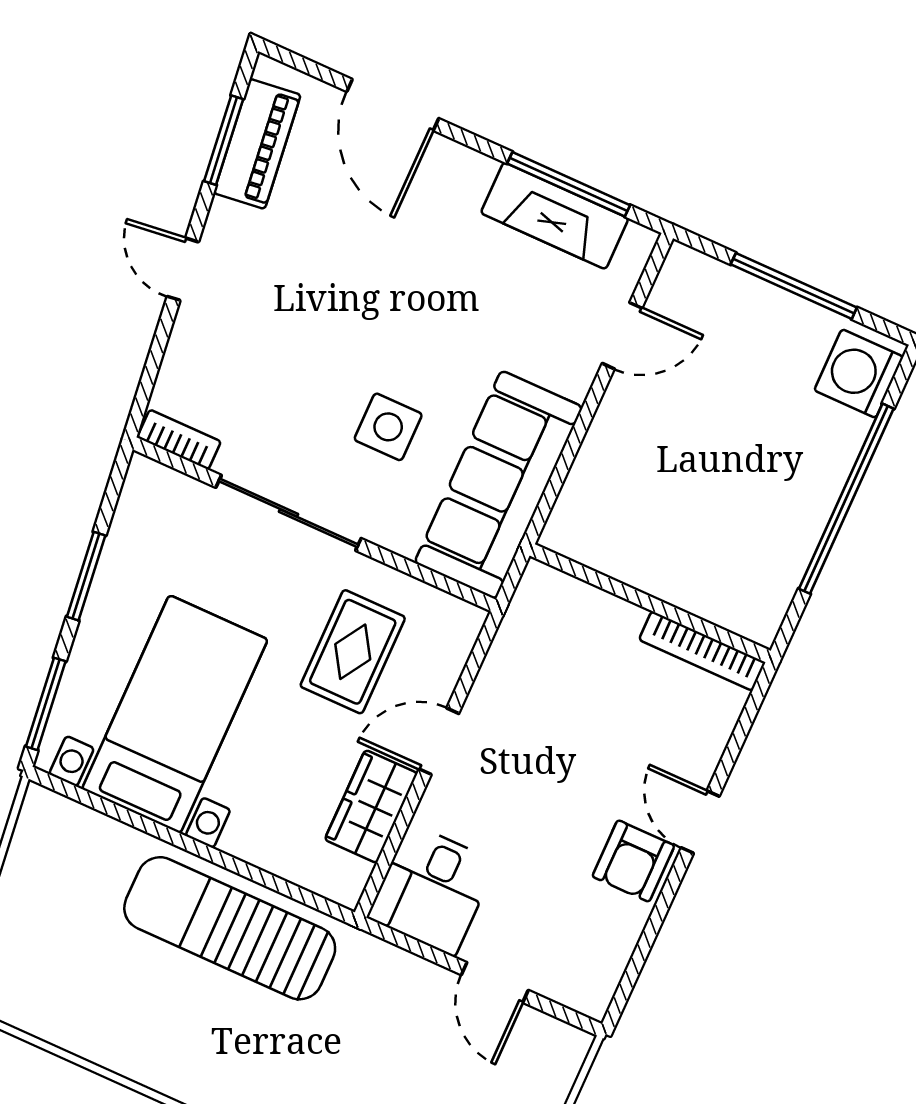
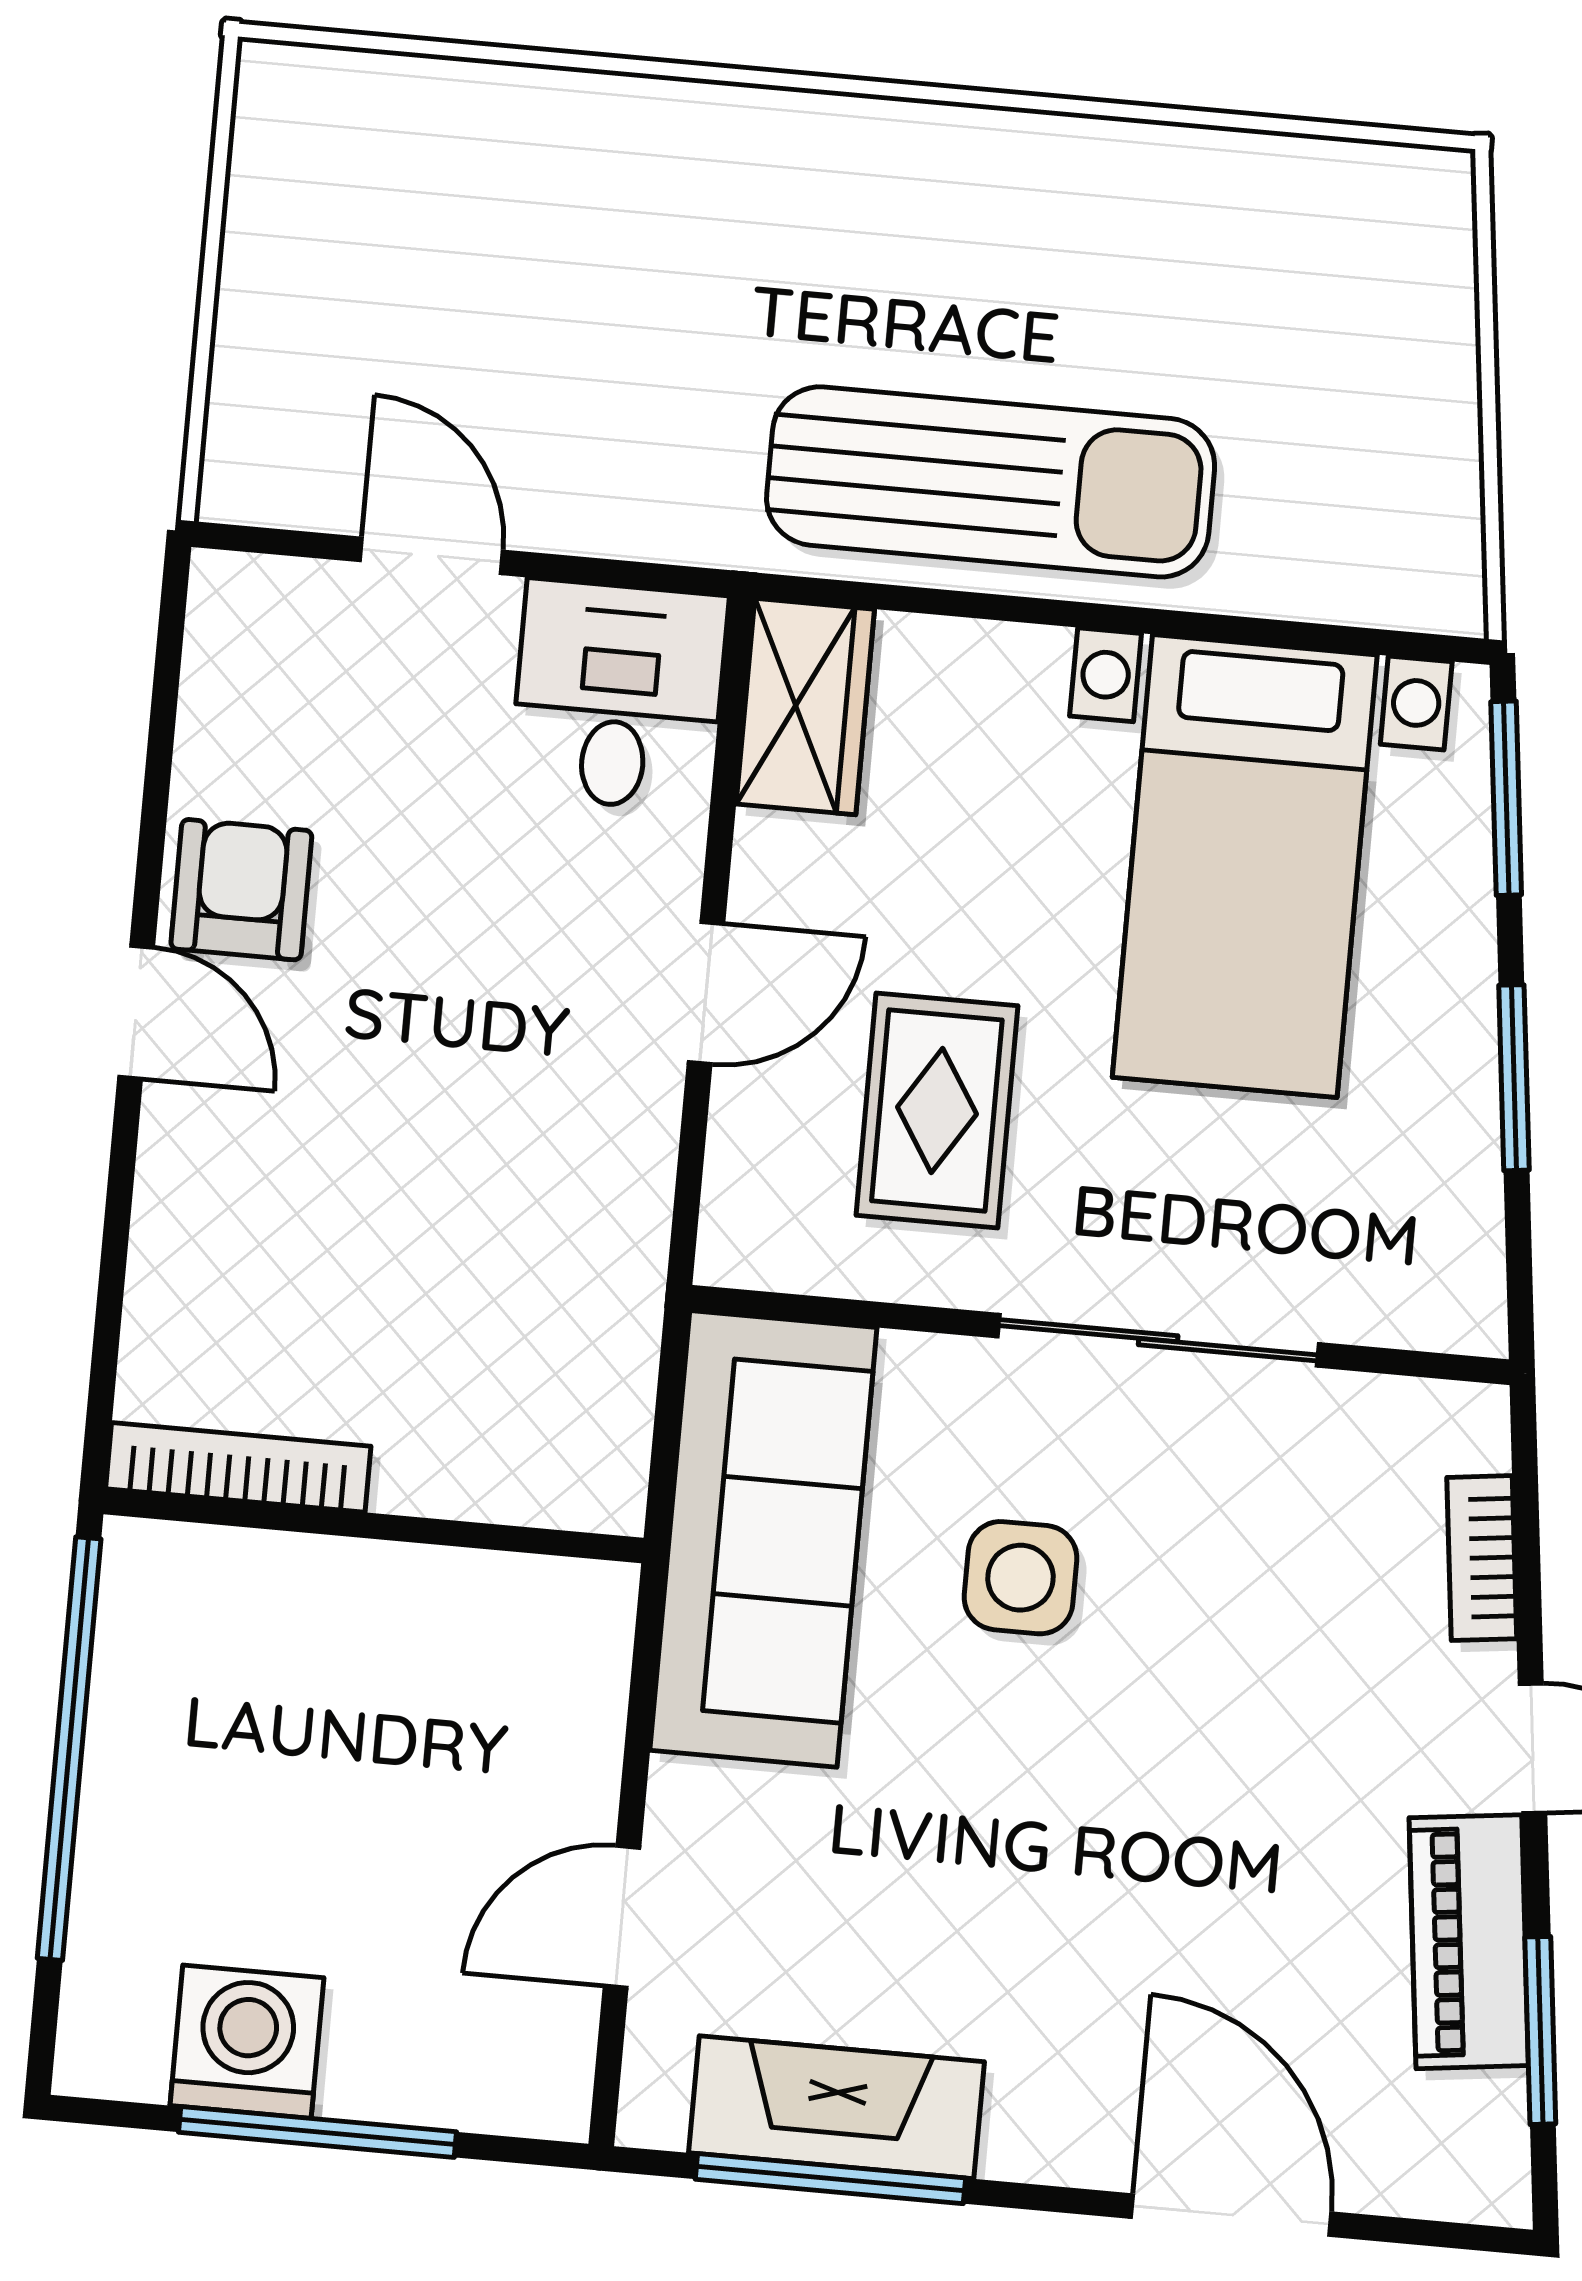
piano: (257, 144) -> (1469, 1942), moved
washing machine: (859, 374) -> (247, 2042), moved, turned -90
bookcase: (179, 440) -> (1482, 1558), moved, turned 83
wall: (650, 603) -> (373, 1526), moved
bookcase: (702, 651) -> (238, 1467), moved
wardrobe: (371, 806) -> (805, 707), moved

